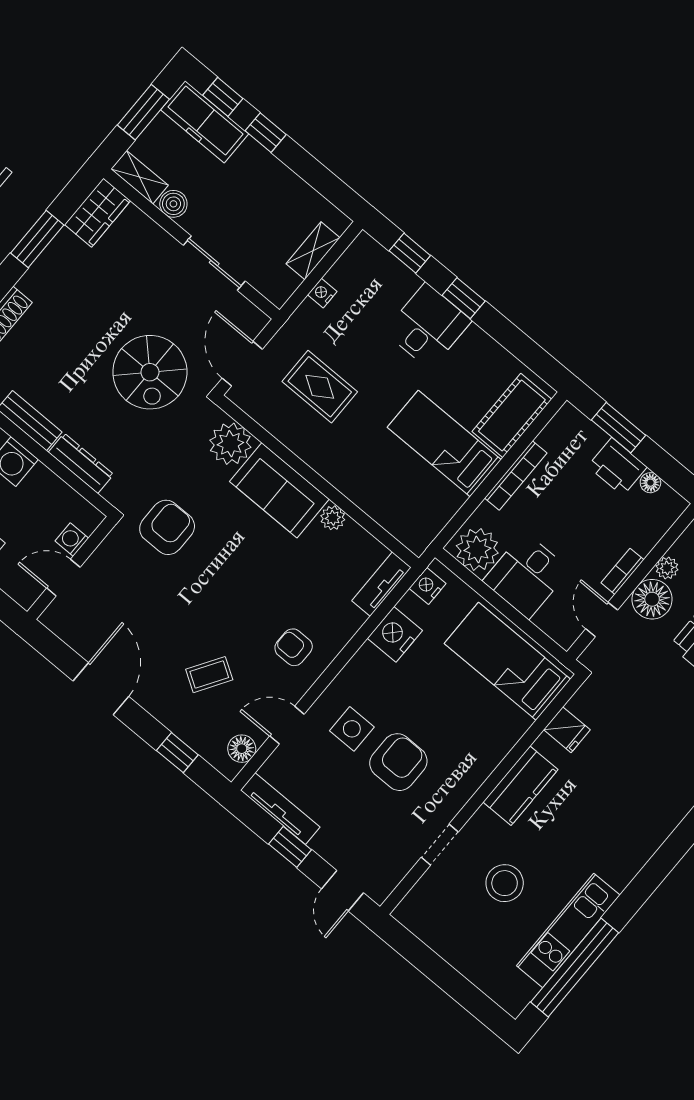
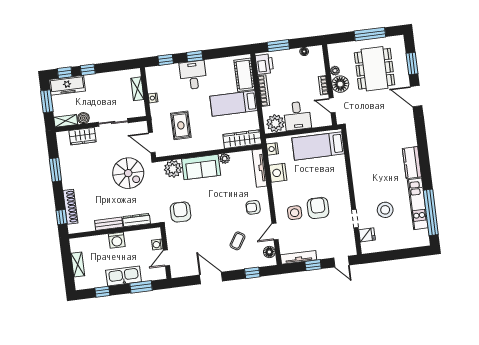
wardrobe: (97, 213) -> (83, 136), moved, turned 90
rug: (320, 387) -> (181, 125), turned 90
printer: (617, 467) -> (264, 64), moved, turned -90
wardrobe: (396, 517) -> (242, 139), added
tv unit: (381, 584) -> (259, 168), width x1.41
fridge: (567, 730) -> (367, 235), moved
kitchen counter: (520, 786) -> (412, 163), moved, turned 180

